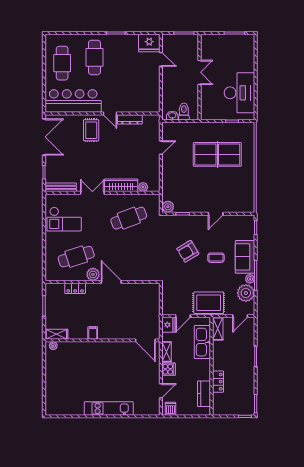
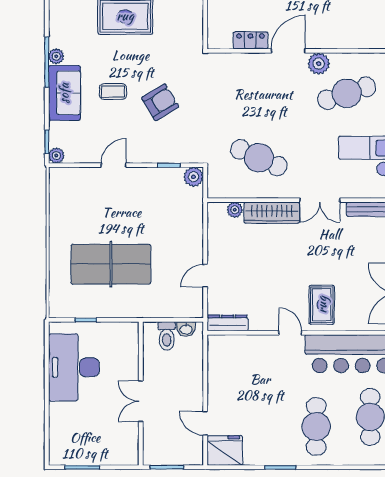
dresser: (130, 119) -> (228, 323), moved
cafe table: (129, 218) -> (259, 158), turned 45
door: (111, 282) -> (288, 51), swing flipped
locker: (75, 288) -> (250, 40), moved
plant: (246, 293) -> (56, 156), moved, width x0.53, depth x0.53

